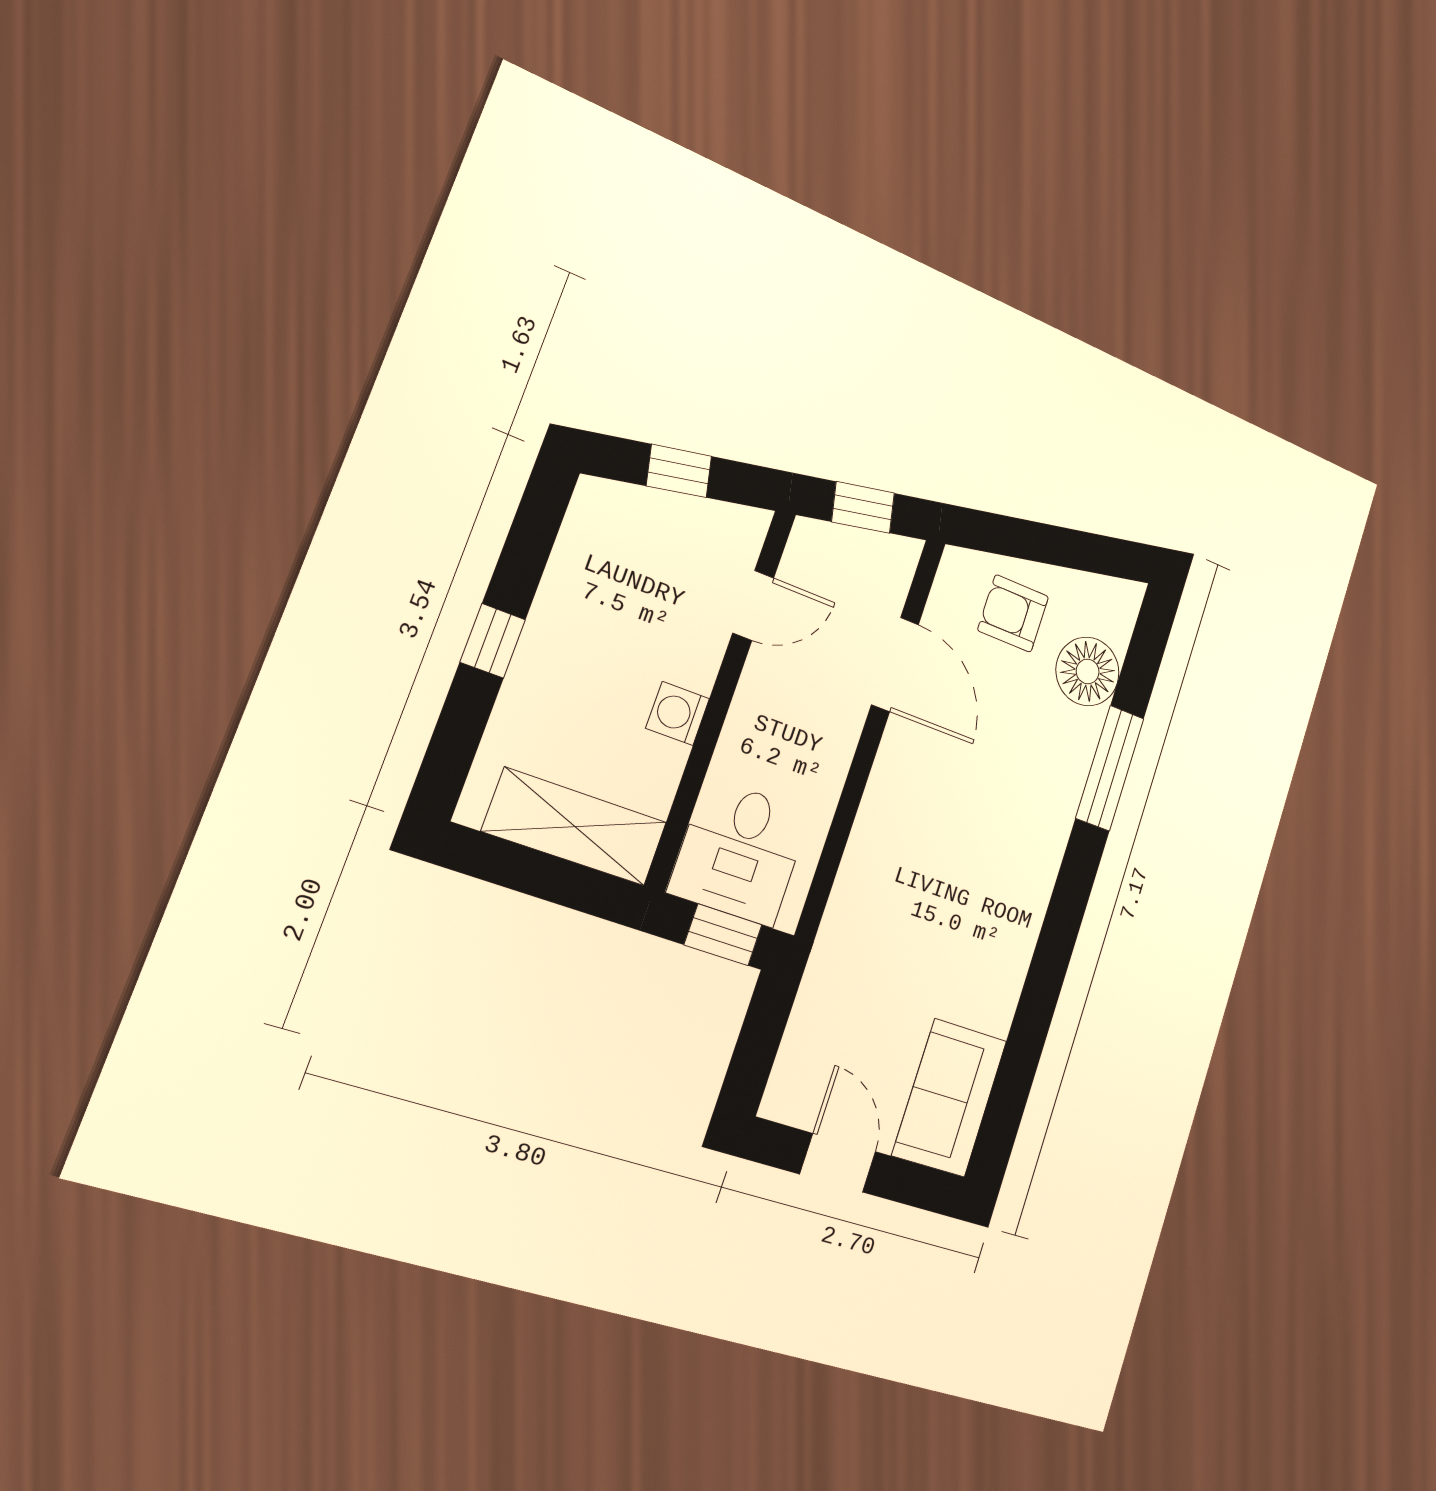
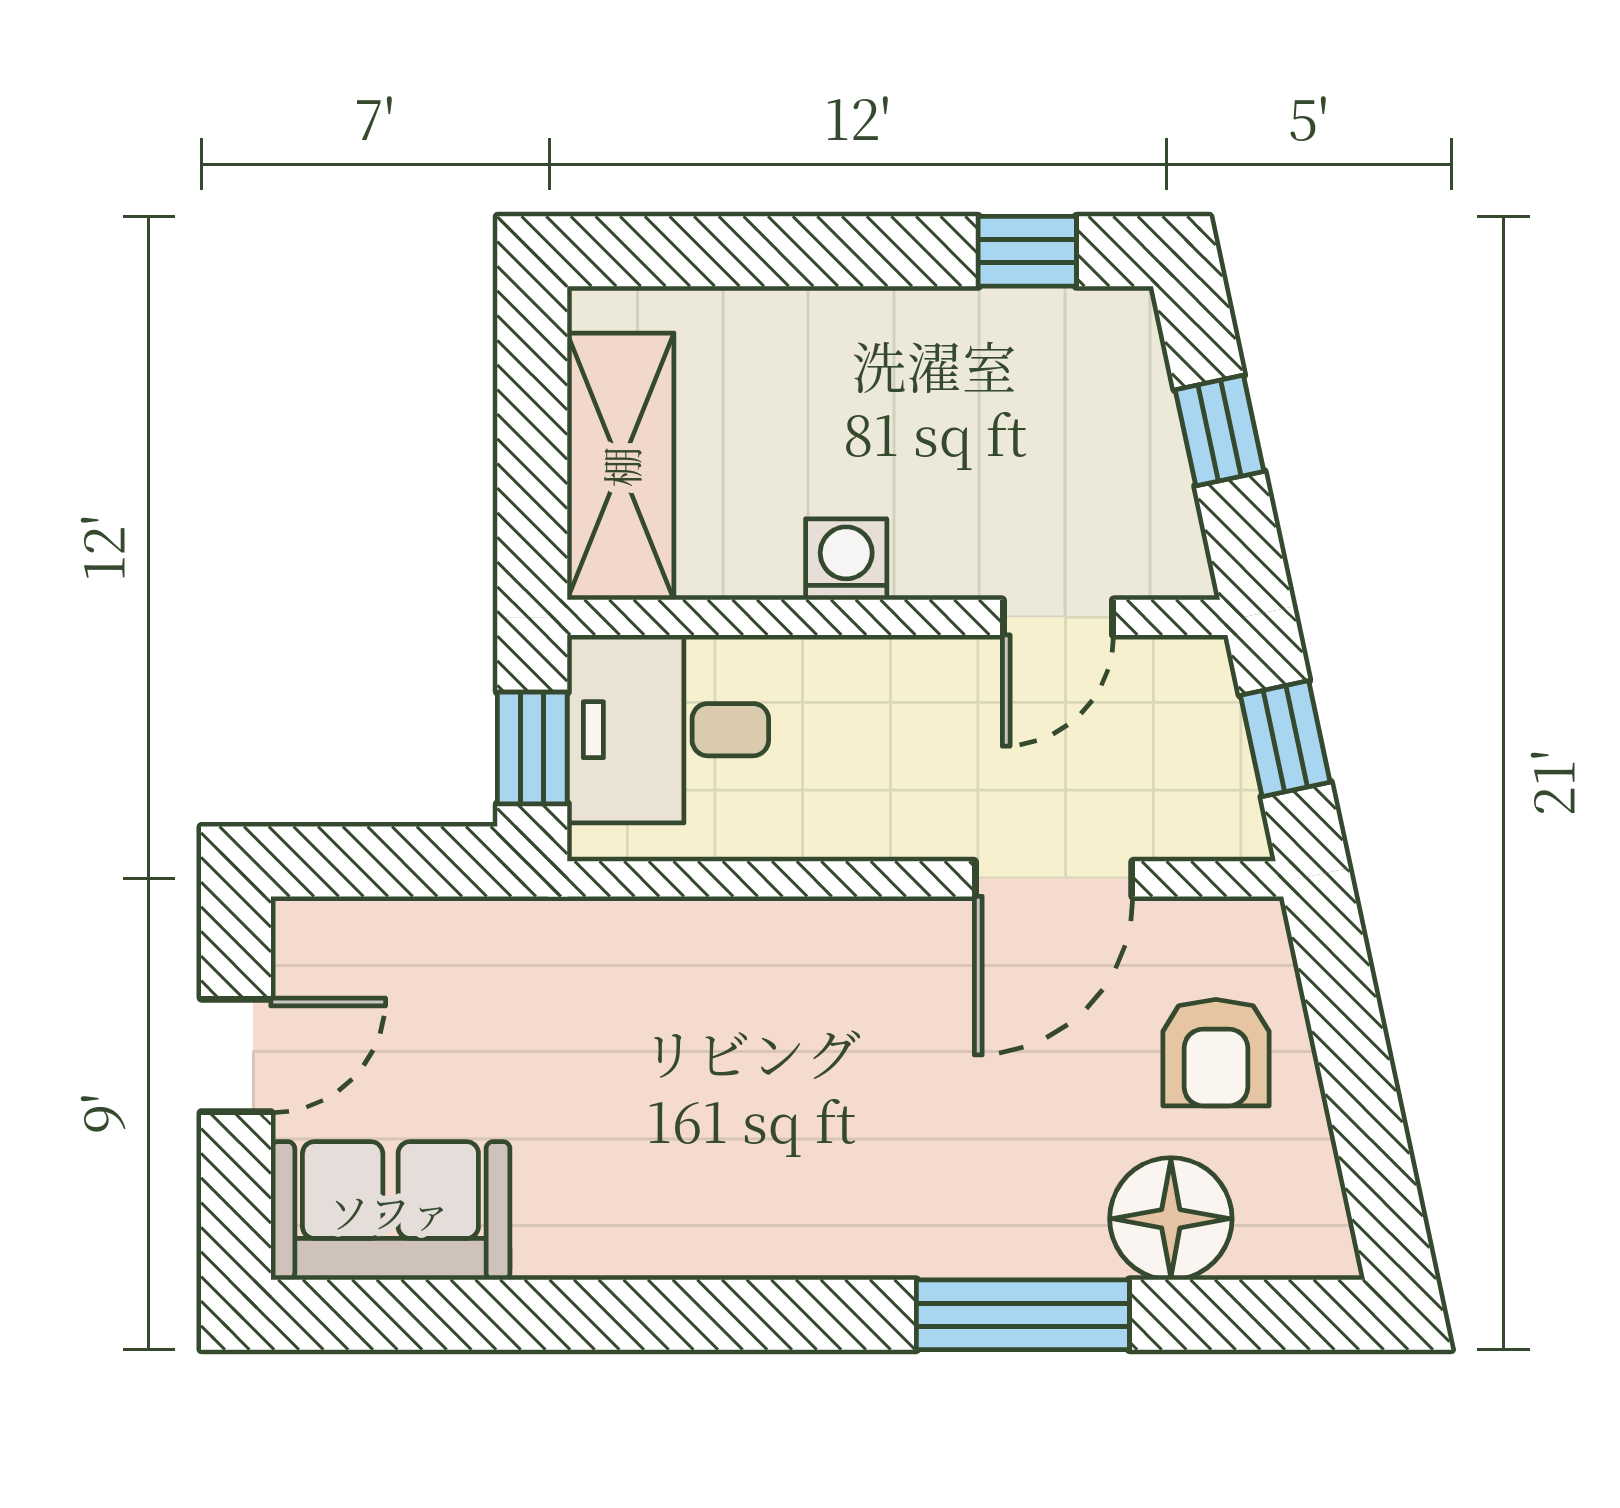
door: (753, 605) -> (1058, 617), hinge flipped
armchair: (1013, 613) -> (1216, 1053), turned 180
window: (493, 641) -> (1027, 251), moved

